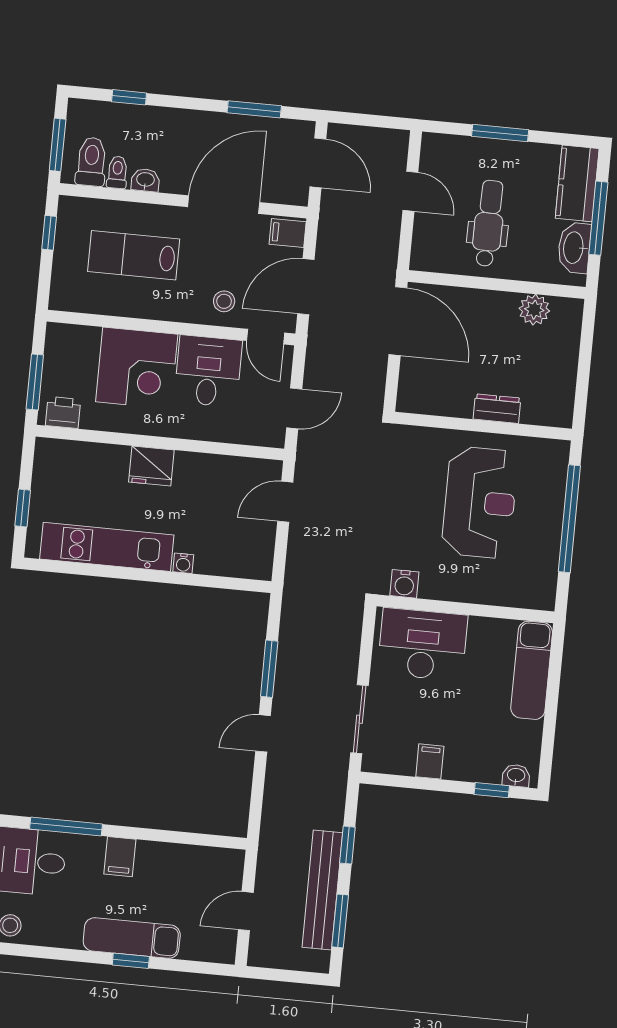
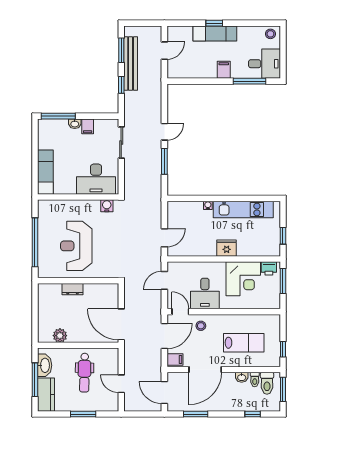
corner desk: (137, 368) -> (243, 279), moved, turned 180
window: (23, 508) -> (283, 236), moved
washbasin: (516, 776) -> (75, 124), moved
window: (492, 790) -> (58, 116), width x2.17

